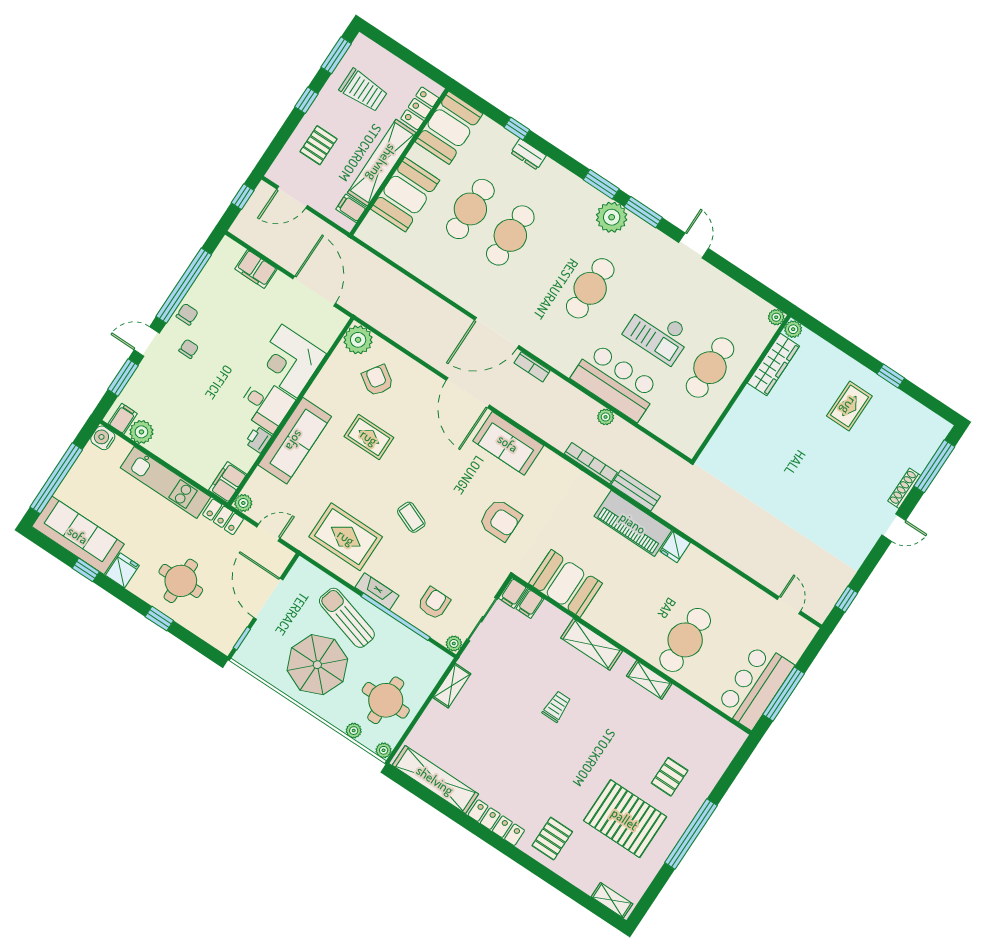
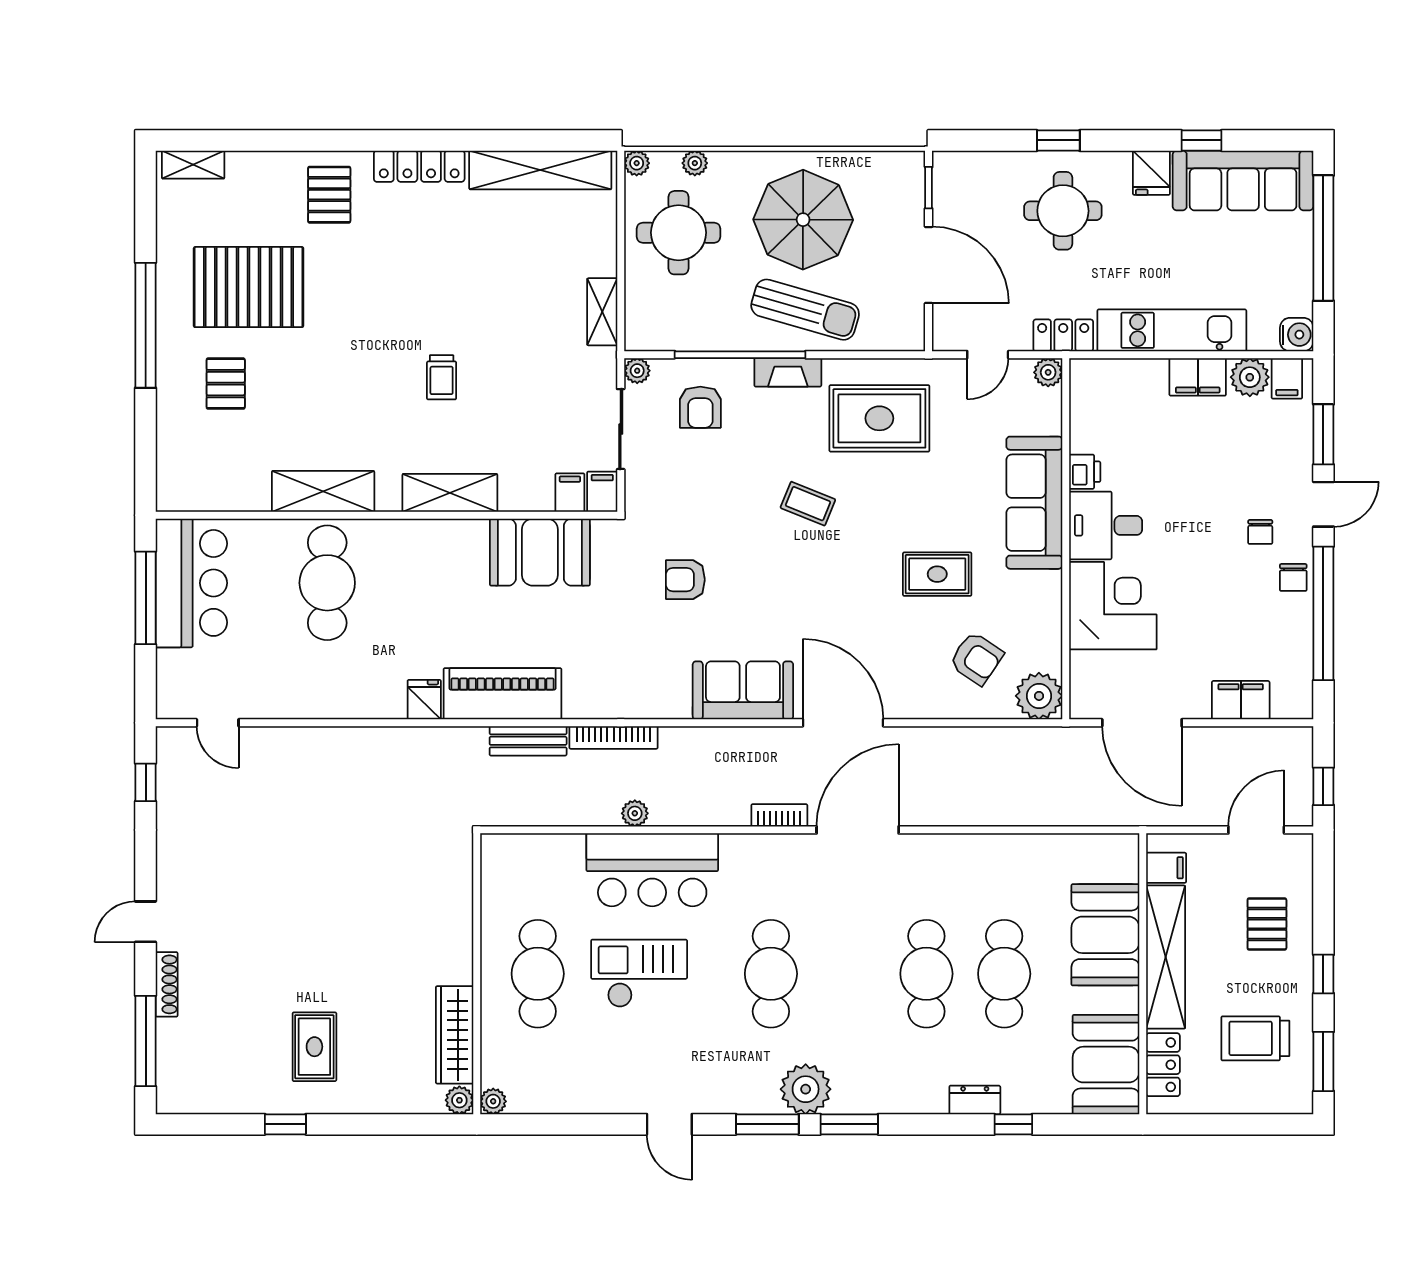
filing cabinet: (228, 482) -> (1198, 377), moved, turned 90
armchair: (500, 520) -> (685, 580), width x0.72, depth x0.72
shelving: (649, 680) -> (323, 491), width x1.50, depth x1.33

